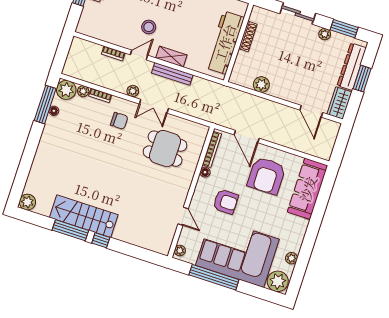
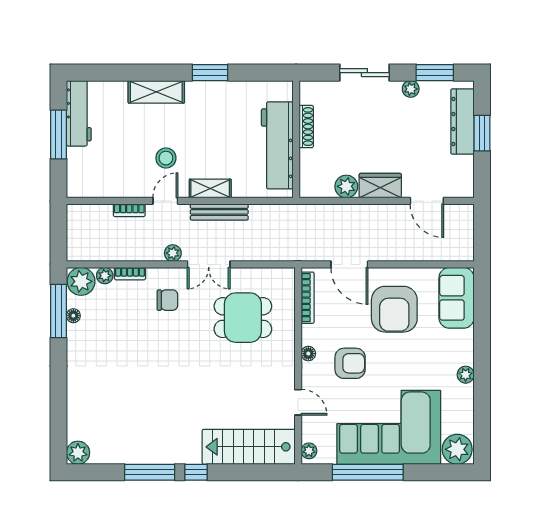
wardrobe: (339, 103) -> (380, 186), moved, turned 90
floor lamp: (205, 172) -> (308, 354), moved
sofa: (308, 189) -> (456, 298), width x0.73
stairs: (84, 216) -> (249, 447), moved
plant: (291, 258) -> (466, 375), moved

